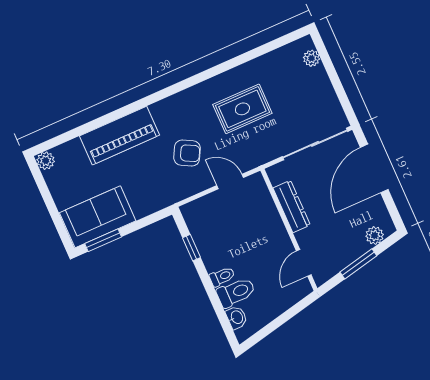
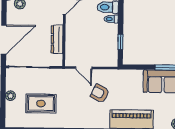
plant: (311, 58) -> (10, 96), moved
rug: (242, 109) -> (41, 104), moved

